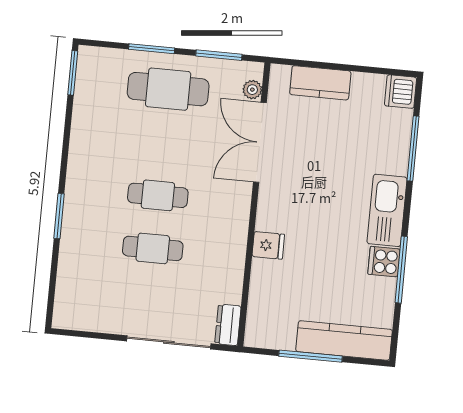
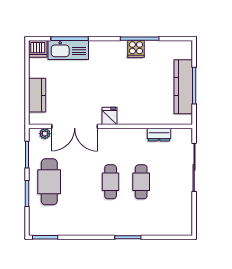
kitchen sink: (387, 210) -> (68, 50), moved
fridge: (268, 245) -> (110, 116), moved
dresser: (228, 325) -> (159, 135), moved
kitchen counter: (344, 340) -> (183, 87), moved

